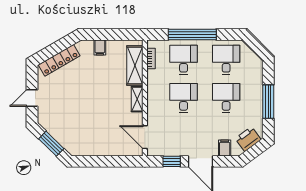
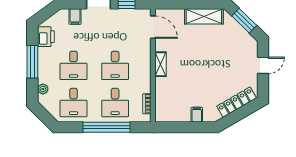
shelving: (135, 65) -> (204, 16), moved, turned 90
plant: (257, 74) -> (43, 89), added
printer: (248, 139) -> (46, 37), moved, turned -54

